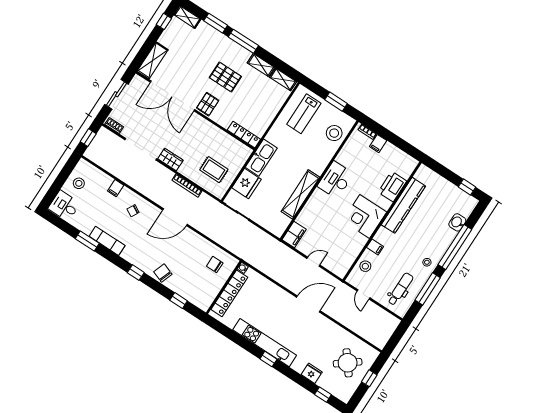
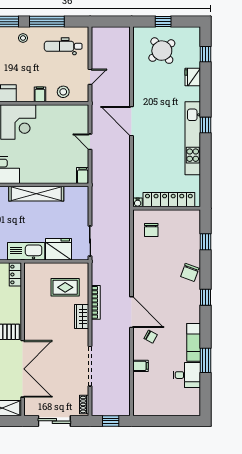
locker: (244, 135) -> (15, 274), width x0.66
wardrobe: (170, 159) -> (82, 316), moved
rug: (214, 170) -> (65, 287), turned 90
stool: (79, 183) -> (158, 402), removed
desk: (64, 206) -> (187, 375), moved, turned -90
door: (175, 217) -> (132, 312), moved
filing cabinet: (294, 235) -> (83, 176), width x0.50

